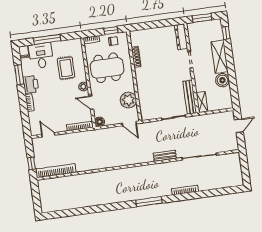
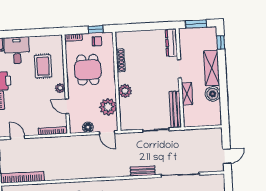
window: (47, 39) -> (25, 33), removed
dining table: (107, 68) -> (88, 70), width x0.73
plant: (143, 84) -> (125, 91), added
shelving: (202, 102) -> (187, 94), moved
floor lamp: (100, 122) -> (88, 127), moved
door: (239, 126) -> (227, 156), moved

